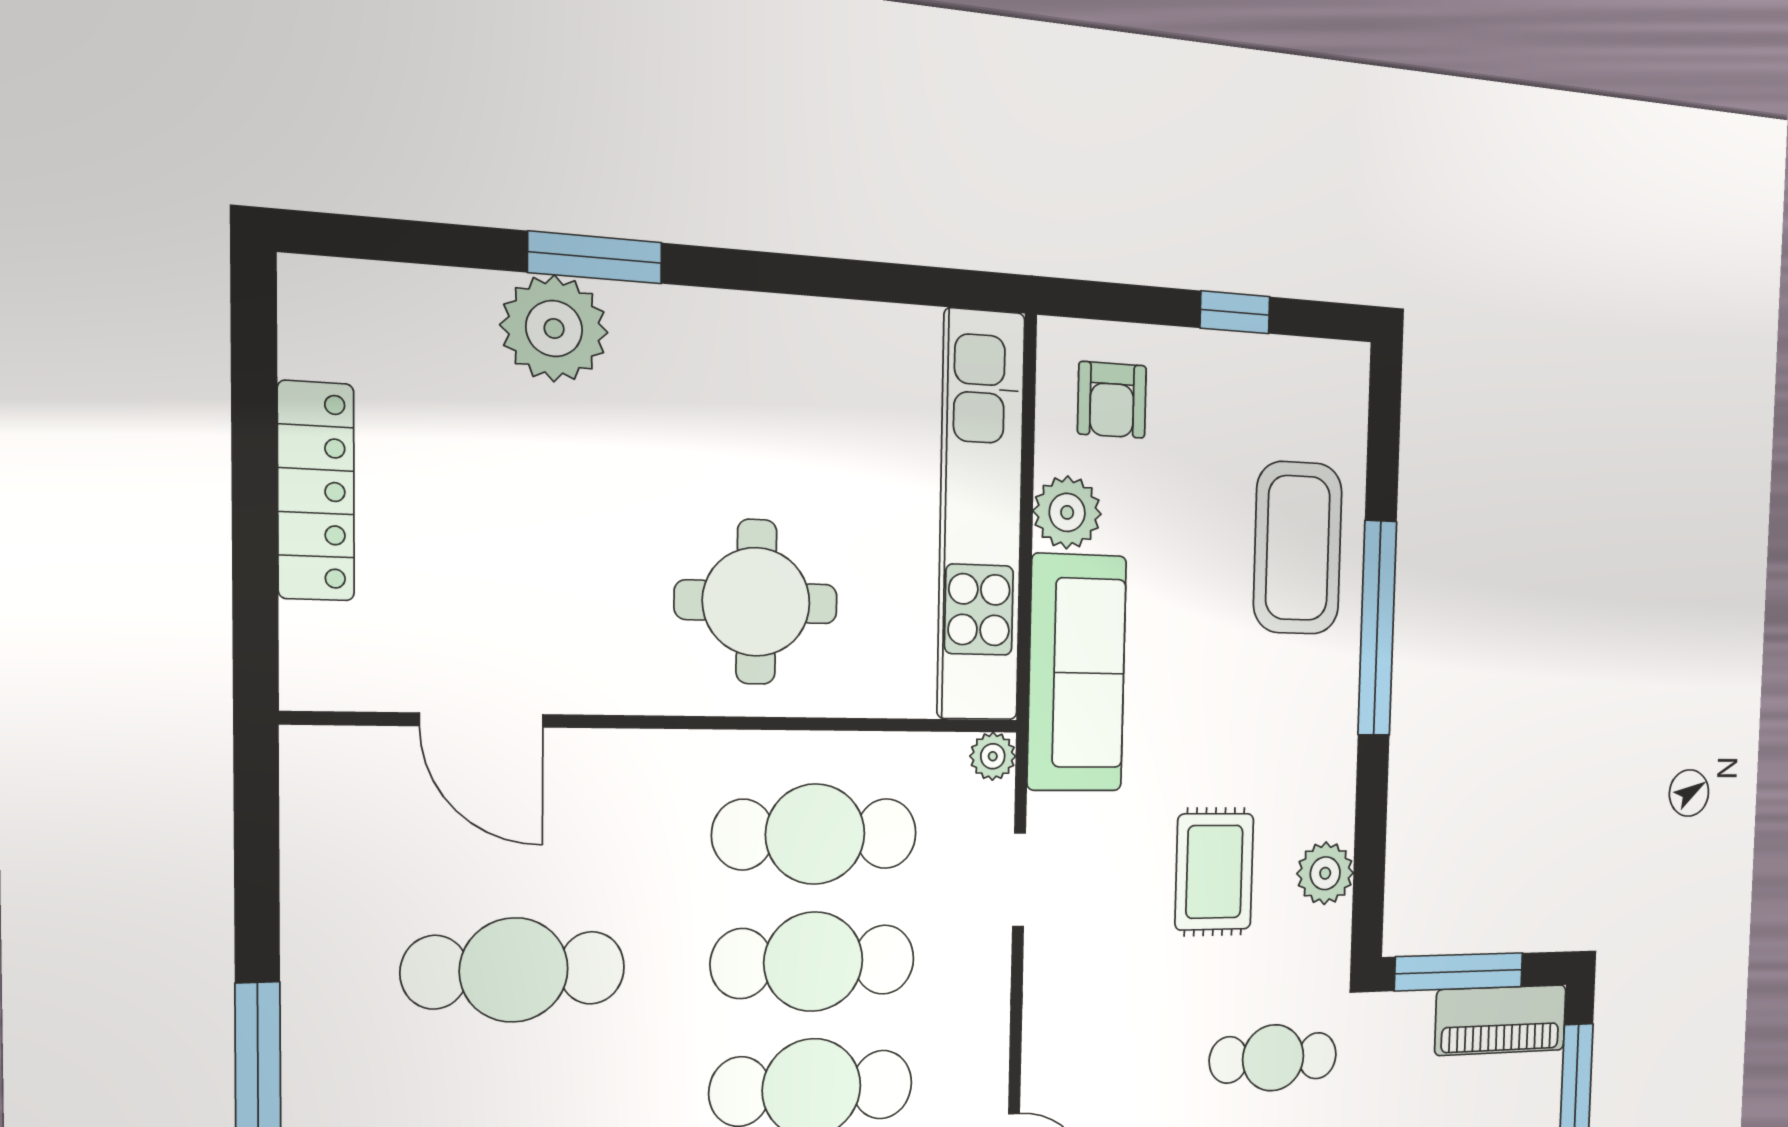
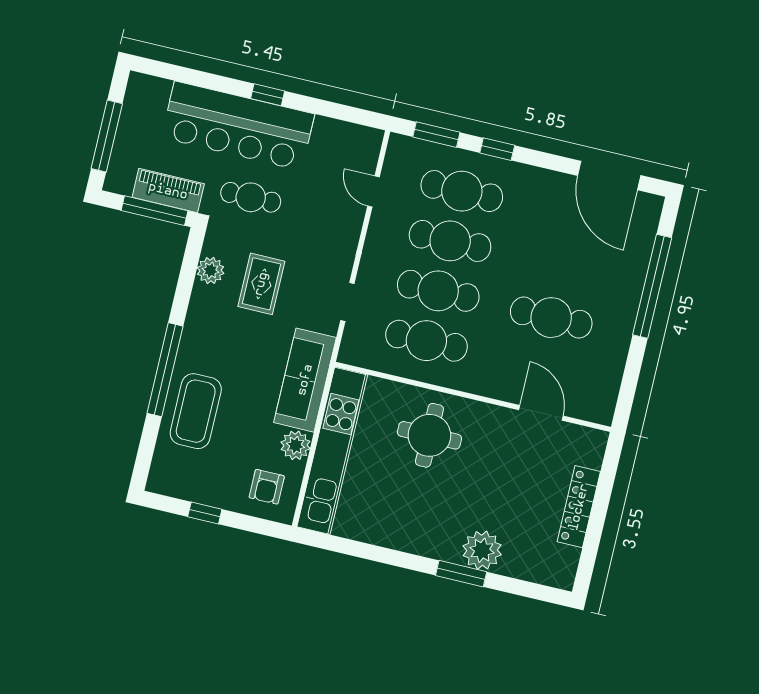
armchair: (1112, 400) -> (267, 487), turned 180
plant: (993, 756) -> (348, 354), removed
piano: (1501, 1020) -> (168, 191), moved

